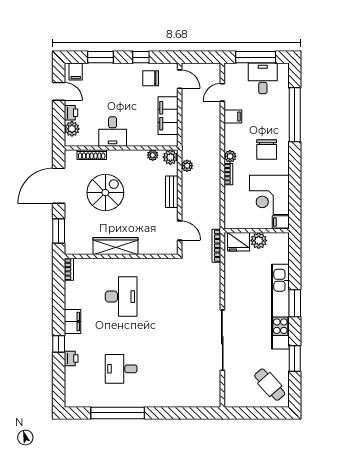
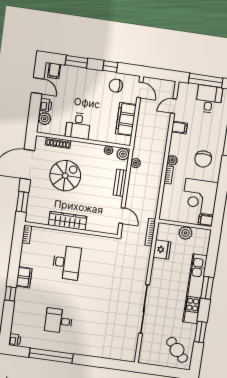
fridge: (239, 242) -> (162, 250), moved, turned -90
printer: (71, 358) -> (15, 340), moved

